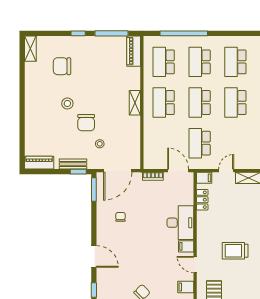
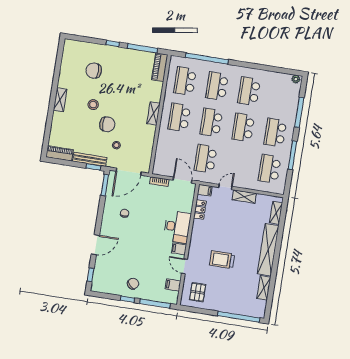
shelving: (30, 49) -> (60, 100), moved
chair: (86, 123) -> (107, 124), turned -90
bench: (73, 164) -> (90, 159), width x1.36
door: (94, 256) -> (95, 245), hinge flipped

